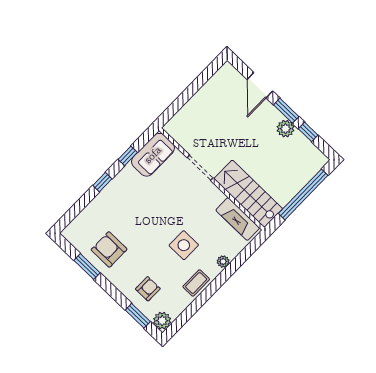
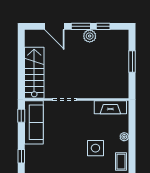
sofa: (153, 155) -> (34, 122), width x1.36
window: (128, 156) -> (21, 116), moved
stairs: (248, 194) -> (34, 73), moved, turned 90
window: (303, 194) -> (132, 61), width x0.47

